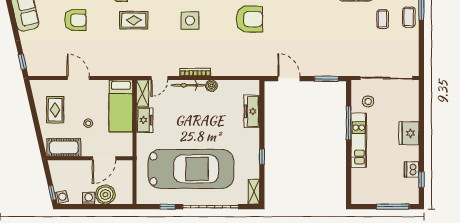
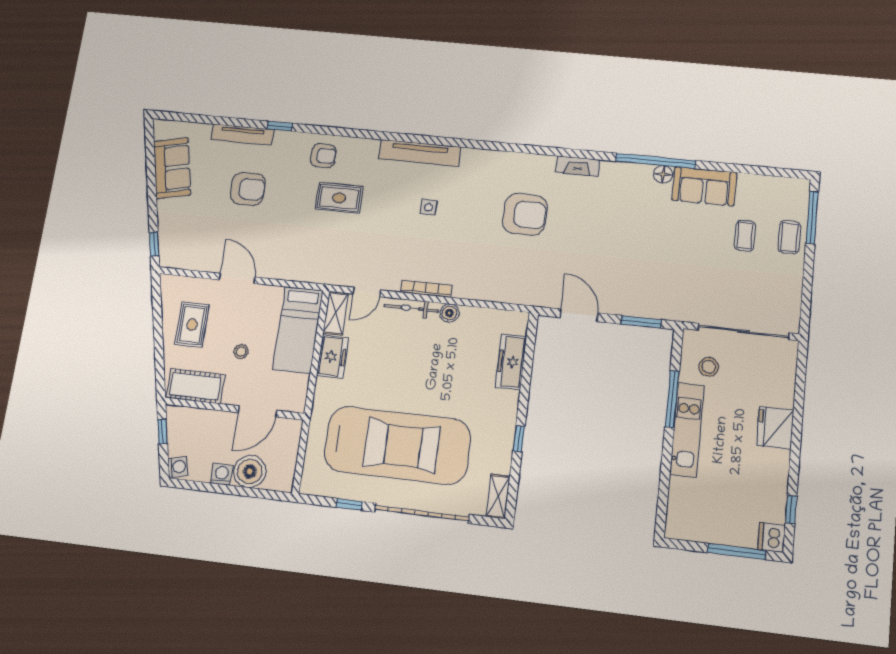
side table: (190, 21) -> (429, 207), width x0.54, depth x0.54
dishwasher: (412, 169) -> (771, 537), moved
window: (52, 193) -> (163, 432), moved

